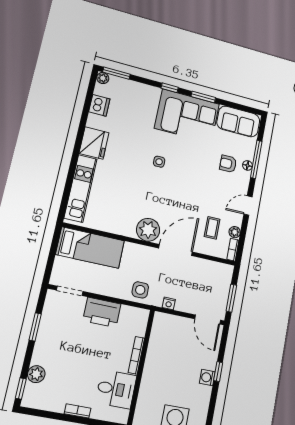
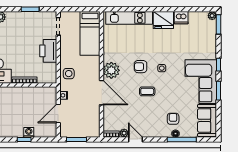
dishwasher: (99, 105) -> (181, 18), moved
armchair: (151, 189) -> (141, 67), added
door: (248, 205) -> (136, 139), moved
coffee table: (212, 228) -> (147, 91), moved
door: (208, 319) -> (58, 113), moved
washing machine: (207, 377) -> (29, 132), moved

